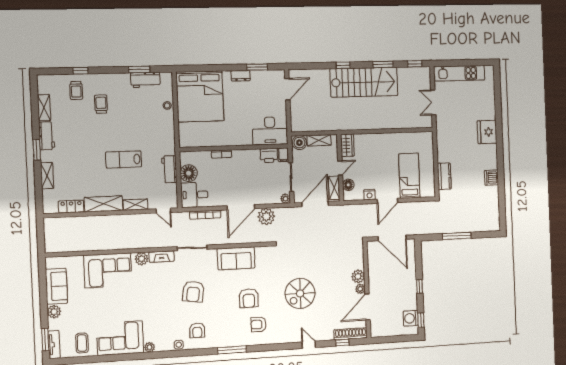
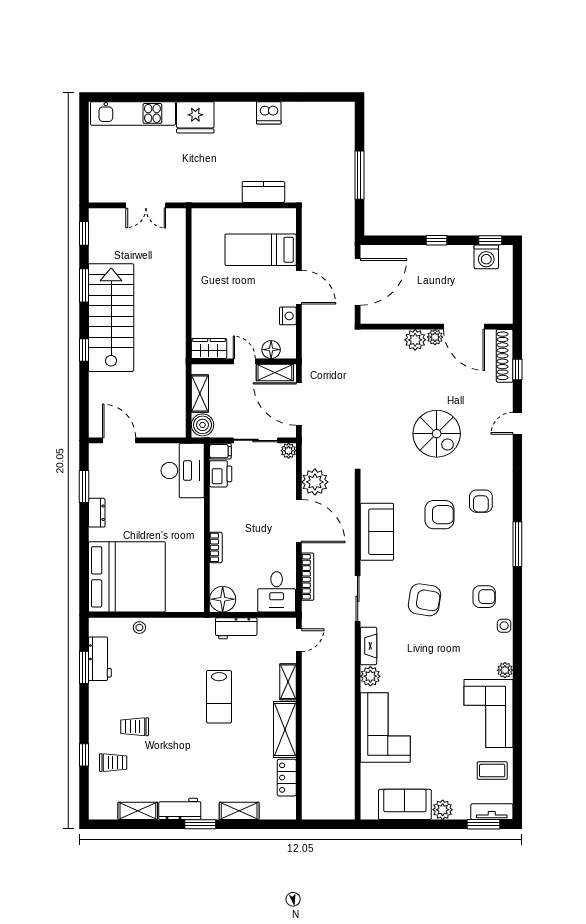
kitchen unit: (459, 73) -> (133, 113), moved, turned 90
floor lamp: (189, 173) -> (223, 599), moved

